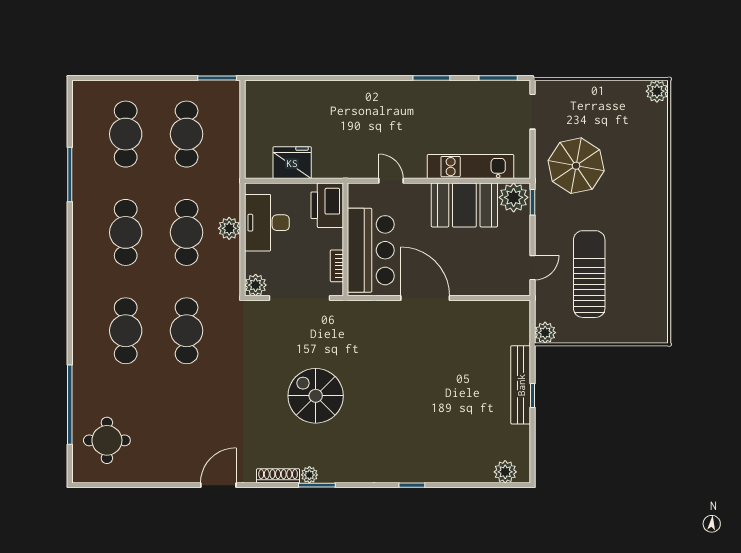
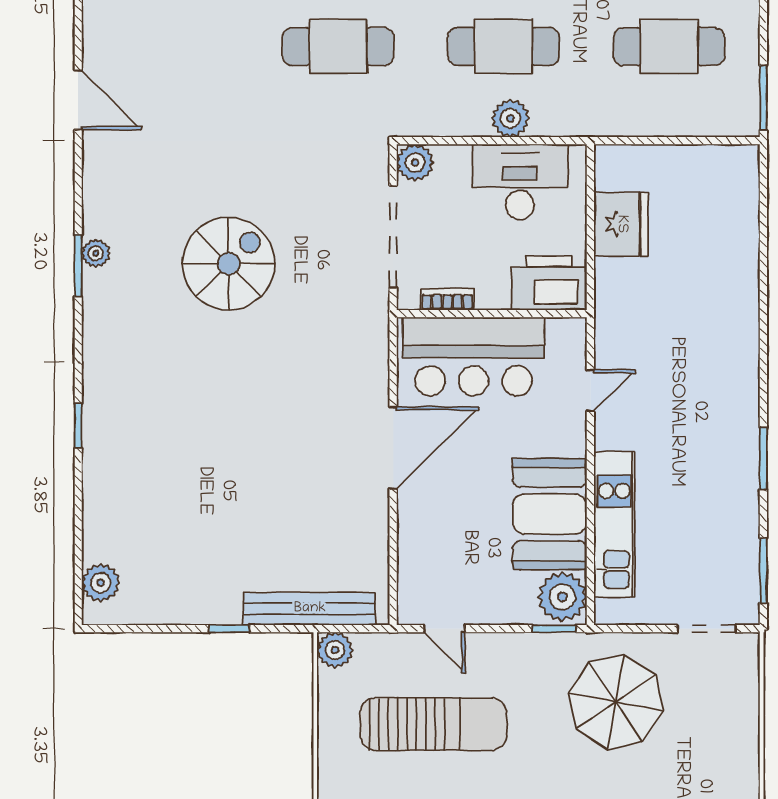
bench: (521, 385) -> (310, 609), moved
shoe rack: (278, 476) -> (94, 200), removed

